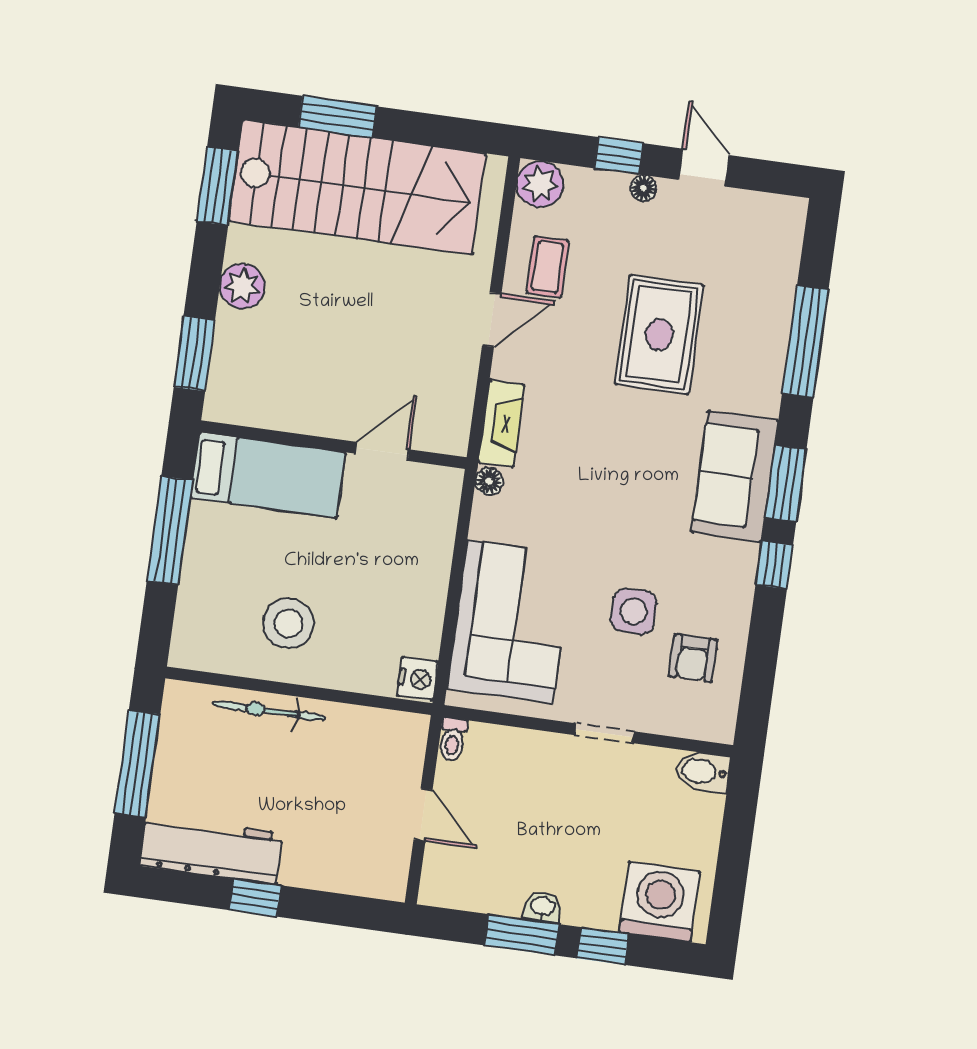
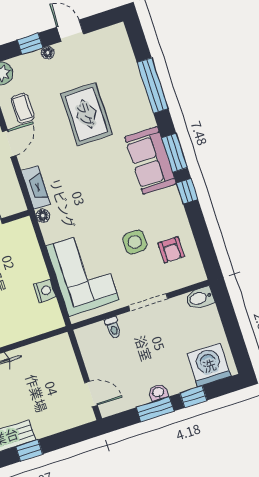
nightstand: (418, 679) -> (45, 291), moved
doorway: (604, 733) -> (148, 302), width x1.38
toilet: (453, 739) -> (113, 328), moved
door: (423, 815) -> (91, 394), moved

